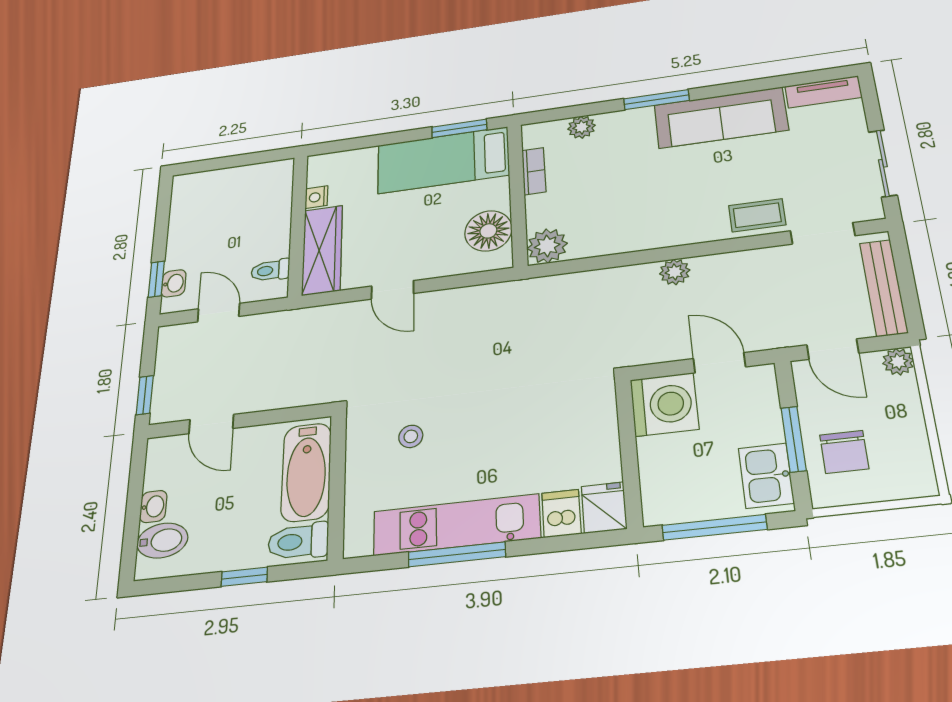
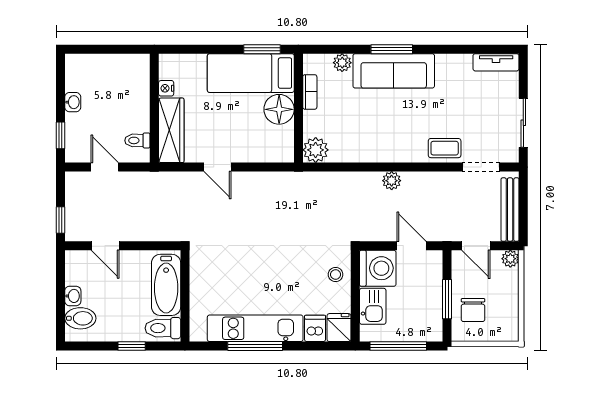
sofa: (721, 118) -> (394, 71), moved
floor lamp: (488, 231) -> (279, 109), moved
washbasin: (174, 283) -> (73, 102), moved
stool: (411, 436) -> (336, 275), moved
kitchen sink: (766, 476) -> (373, 306), moved, turned 180

